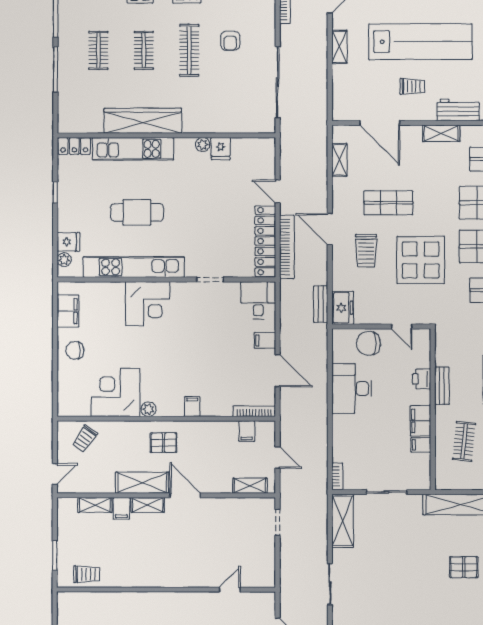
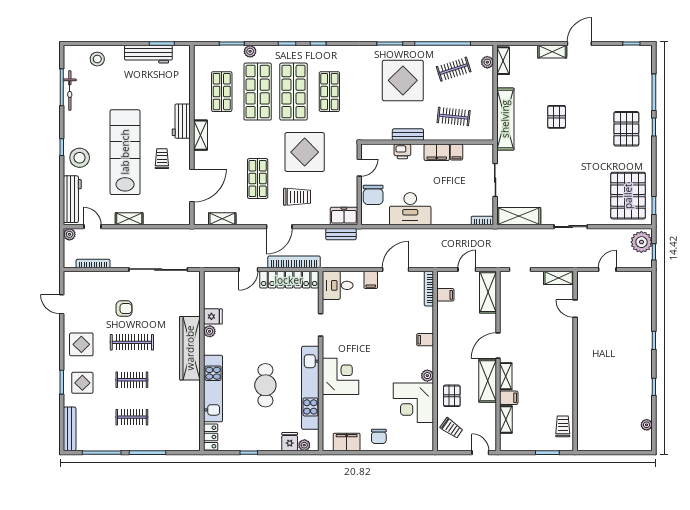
wardrobe: (143, 121) -> (190, 348), moved
pallet: (164, 443) -> (452, 396), moved
shelving: (250, 486) -> (488, 292), width x1.50, depth x1.33
shelving: (267, 569) -> (559, 278), added

